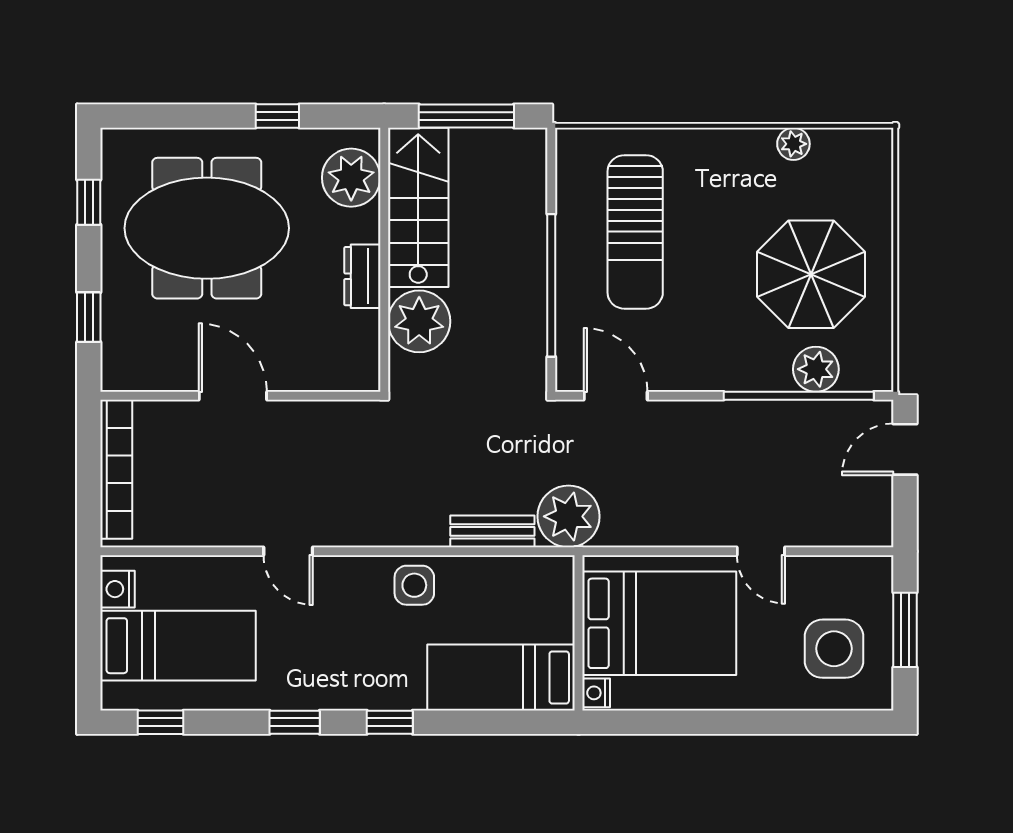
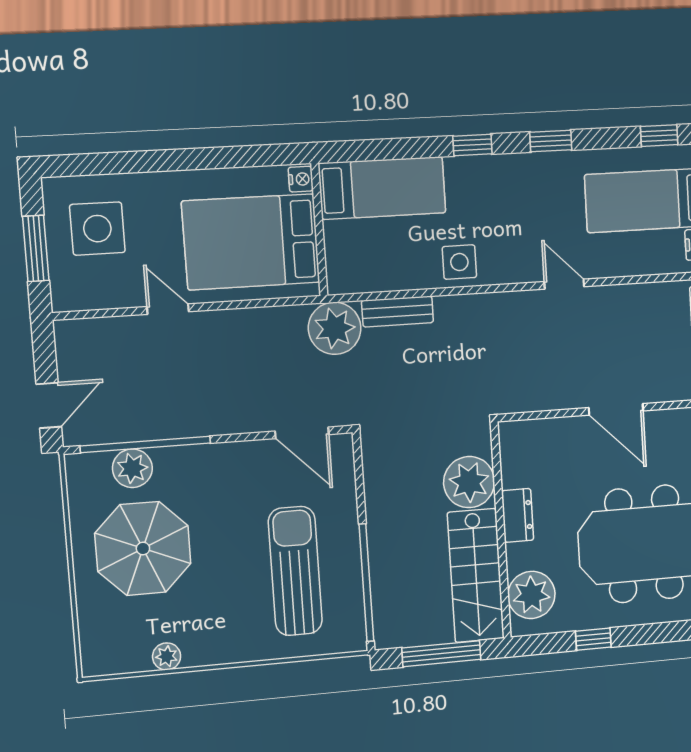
window: (551, 285) -> (366, 583), moved

